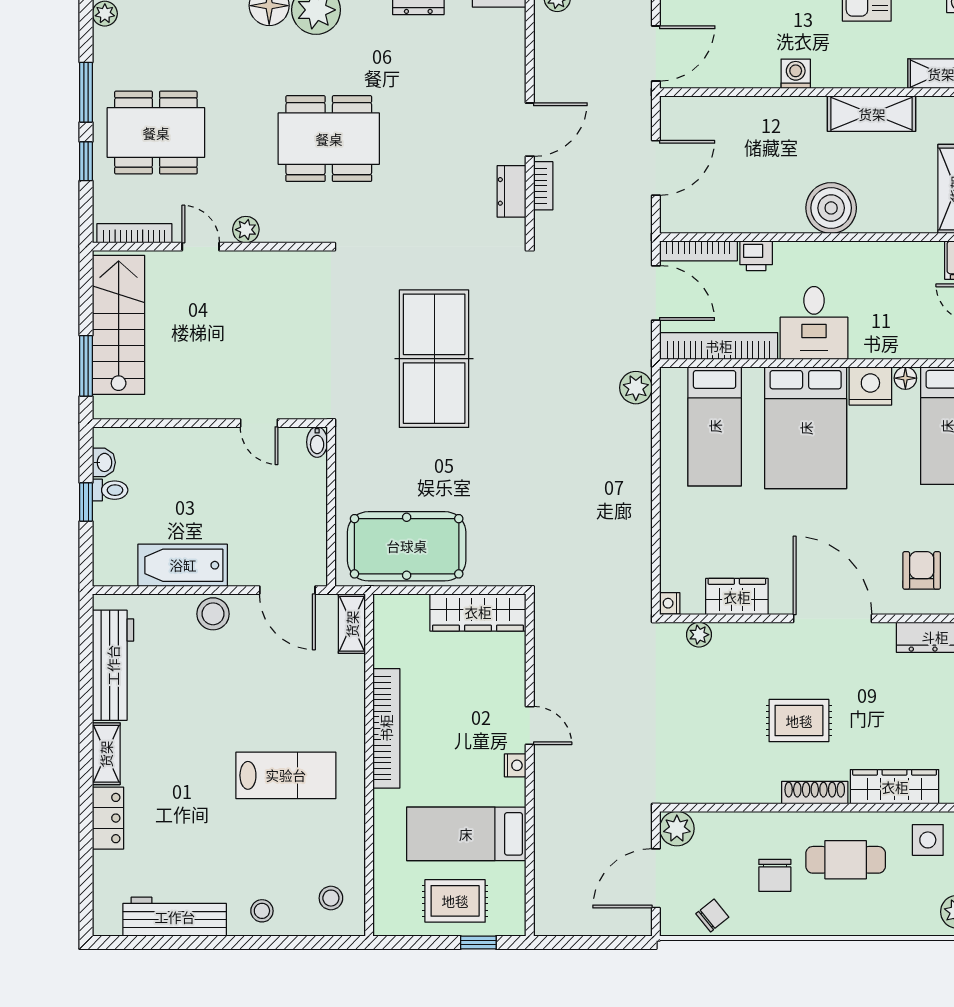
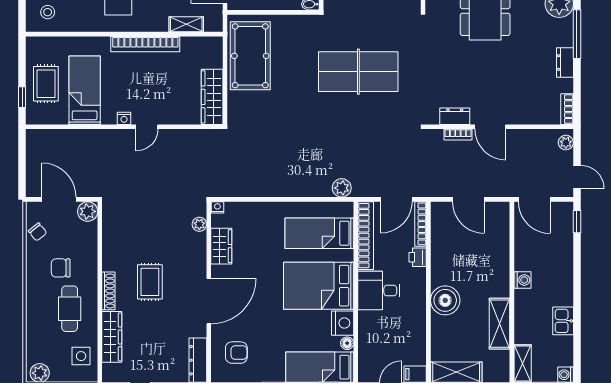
shelving: (352, 624) -> (186, 24), moved

